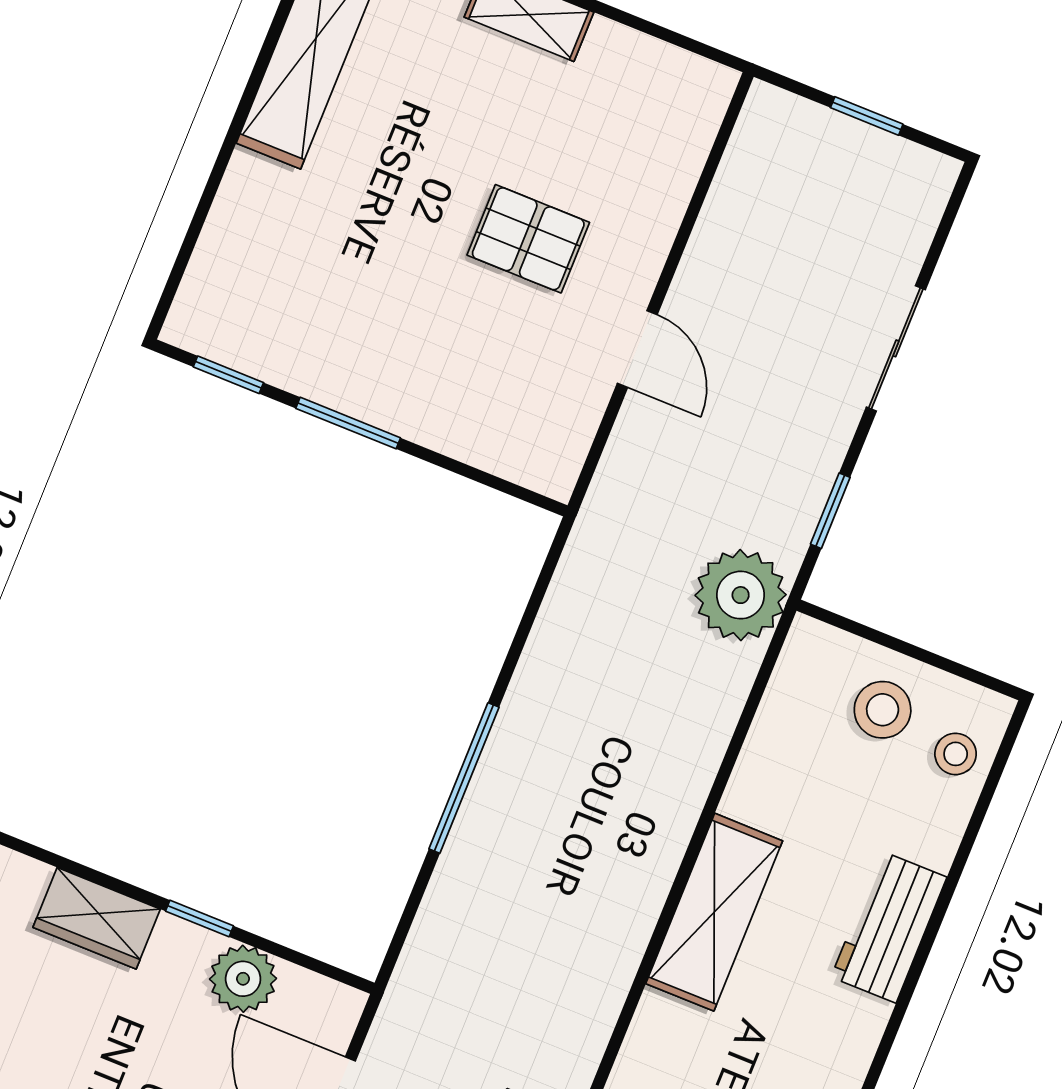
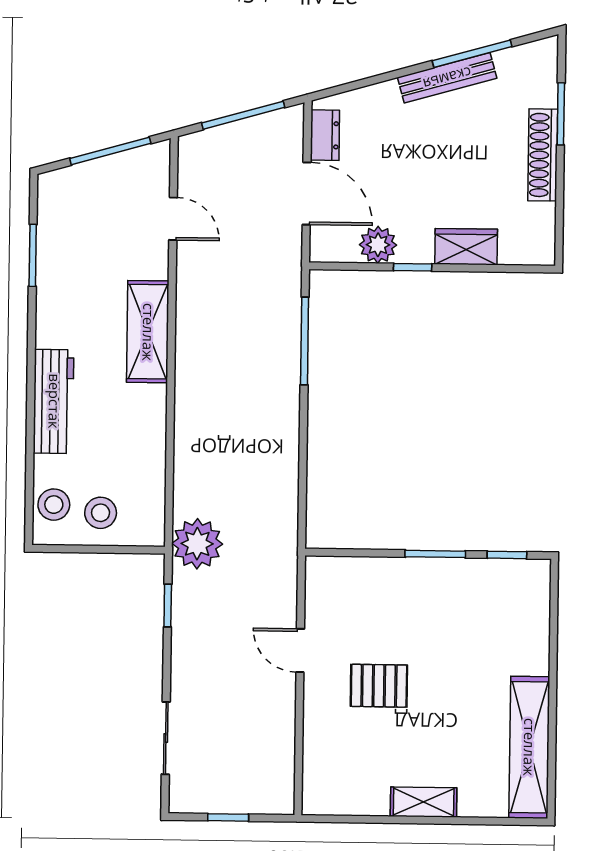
sliding door: (896, 348) -> (166, 738), moved
stool: (956, 754) -> (54, 505), width x1.37, depth x1.37
window: (464, 778) -> (305, 341), moved
shelving: (714, 912) -> (148, 332), moved
workbench: (889, 927) -> (54, 401), width x1.38

